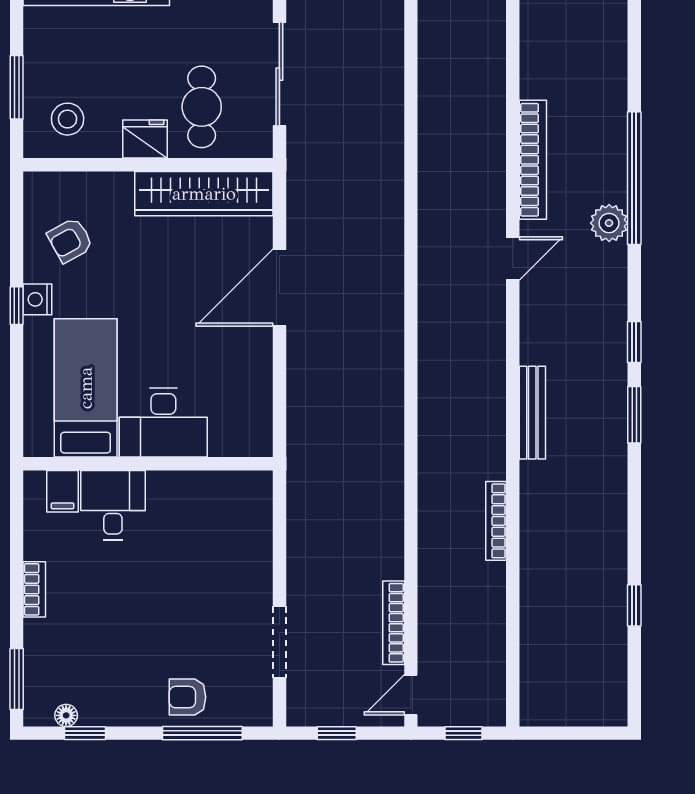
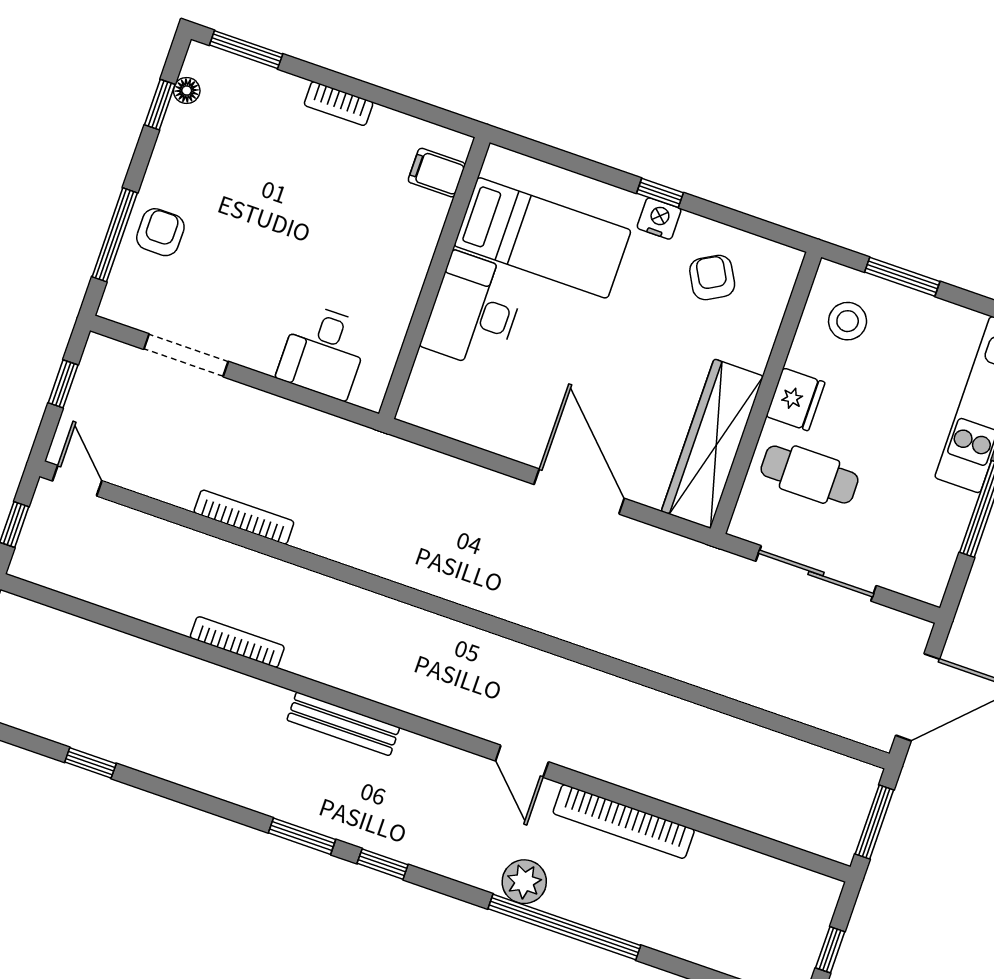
desk: (113, 505) -> (324, 352), moved, turned 90
bookcase: (394, 623) -> (244, 517), moved

